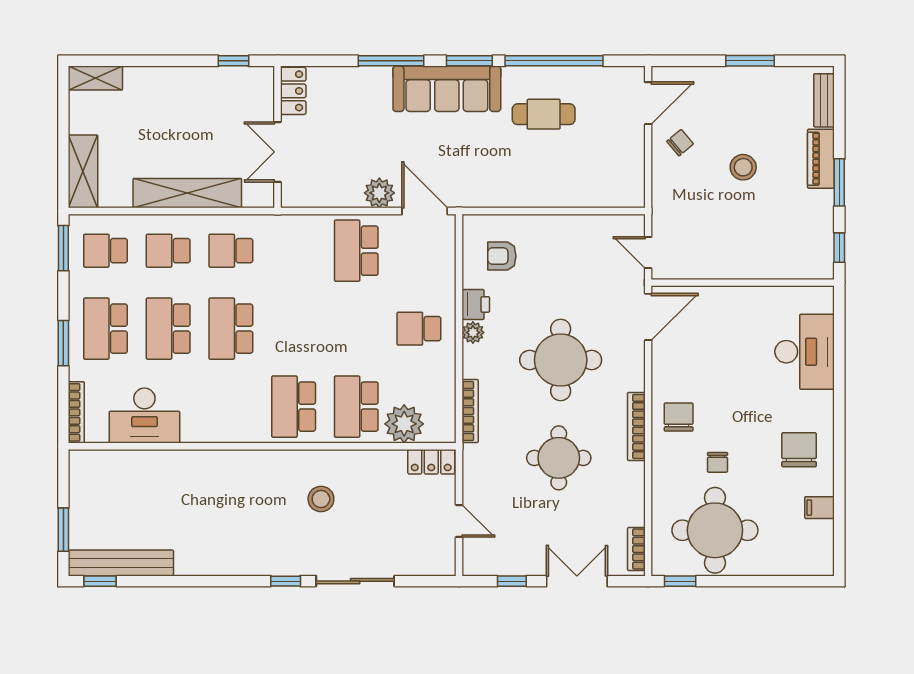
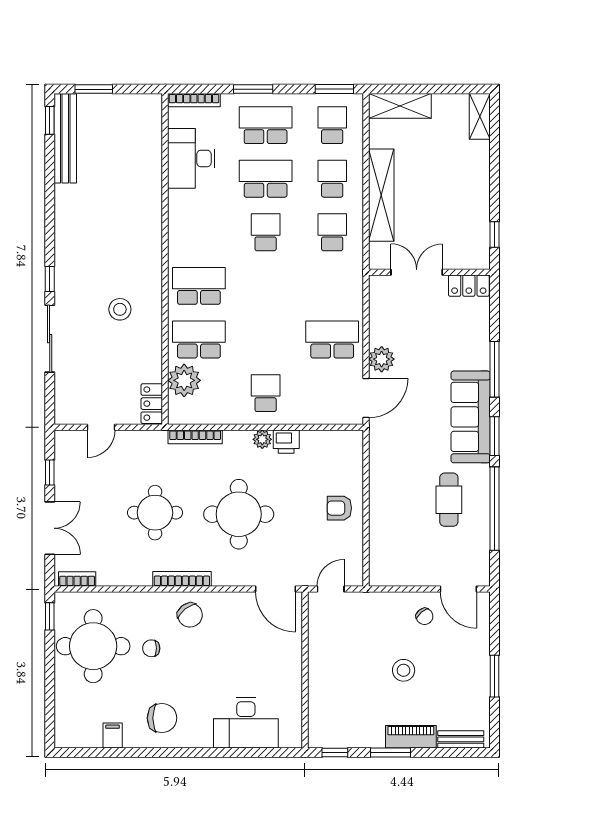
armchair: (502, 256) -> (339, 508), moved, turned -90
school desk: (231, 329) -> (266, 232), width x0.54
chair: (679, 417) -> (190, 615), turned 52

